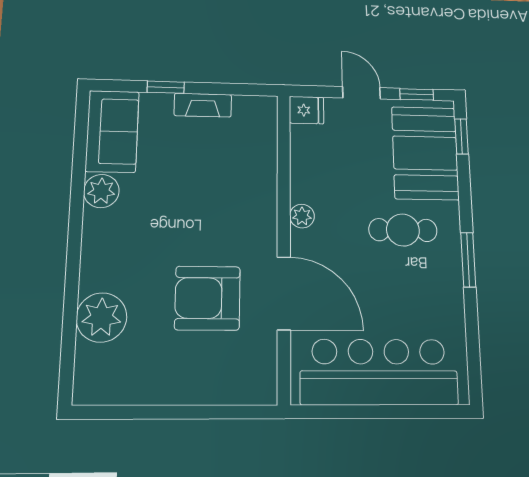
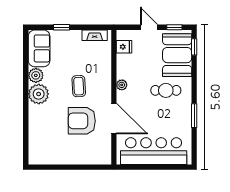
fireplace: (203, 105) -> (95, 35), moved
fridge: (306, 110) -> (124, 47), moved
coffee table: (202, 217) -> (79, 86), added
window: (468, 260) -> (194, 116), moved
plant: (101, 317) -> (39, 94), moved

